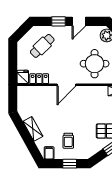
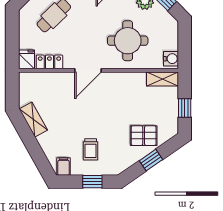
shelving: (33, 129) -> (33, 120), moved

